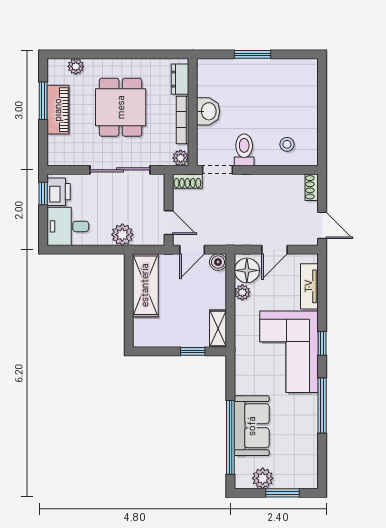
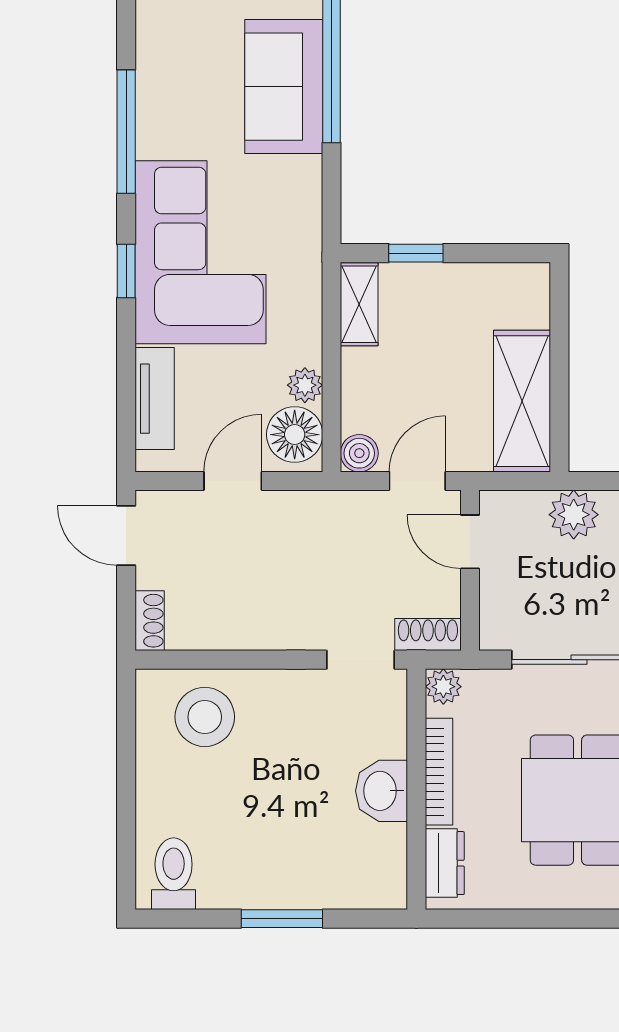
stool: (287, 144) -> (205, 717), width x1.89, depth x1.89
toilet: (244, 150) -> (174, 874), moved, turned 180

